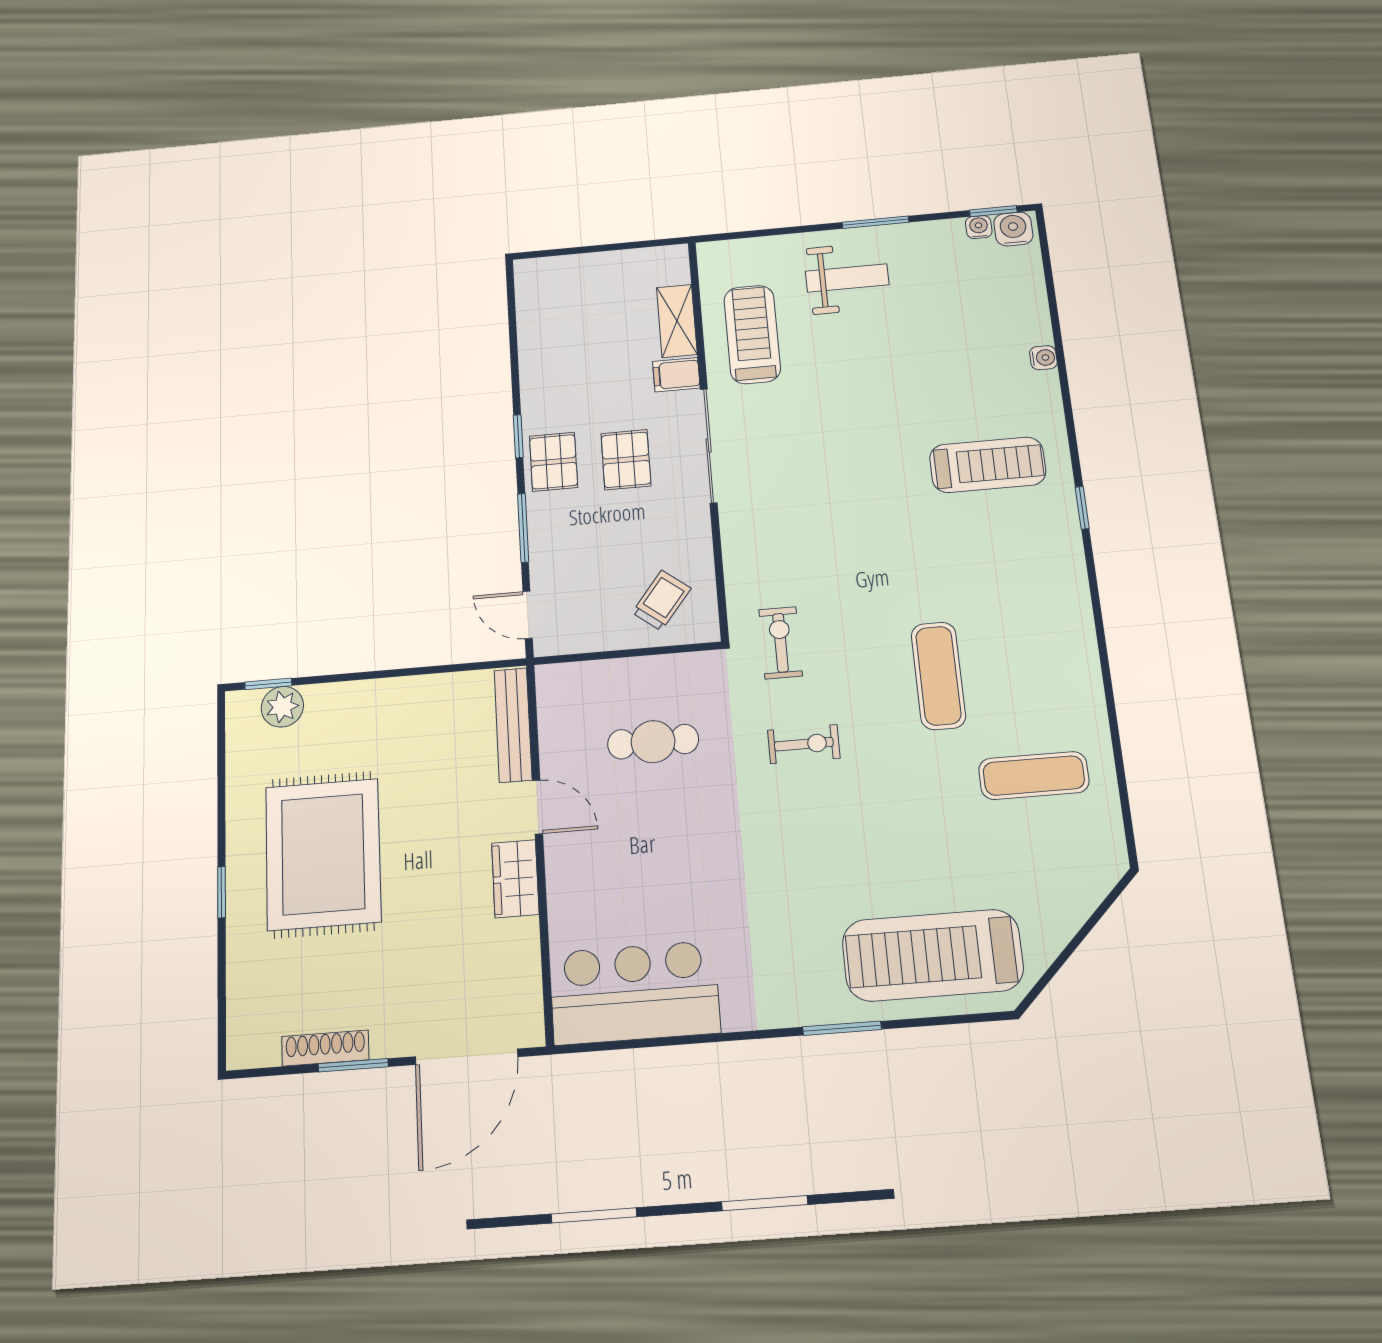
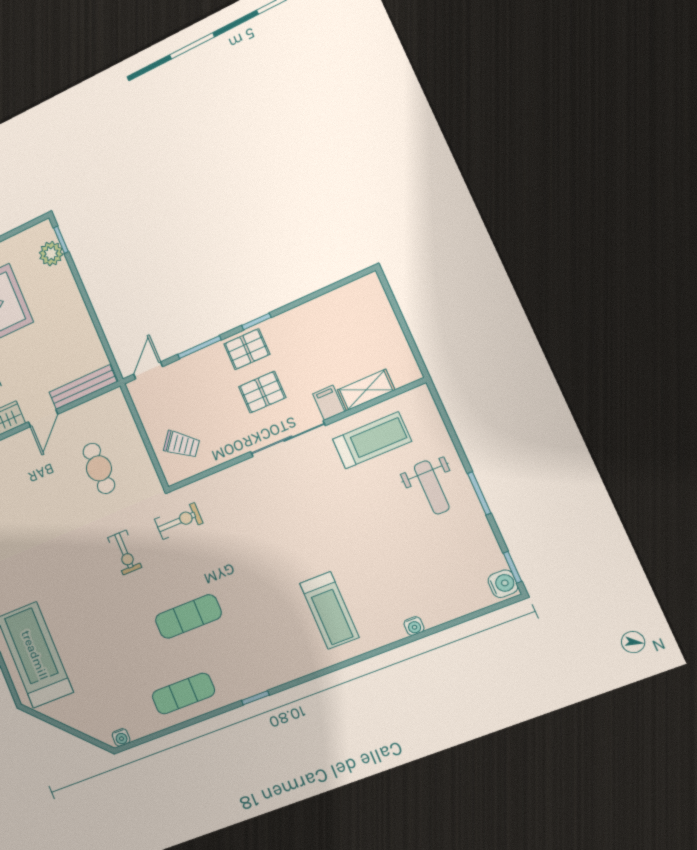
water cooler: (979, 227) -> (121, 737), moved, turned 90
window: (1082, 508) -> (255, 698), moved
exercise mat: (1034, 776) -> (183, 694), moved, turned 90

